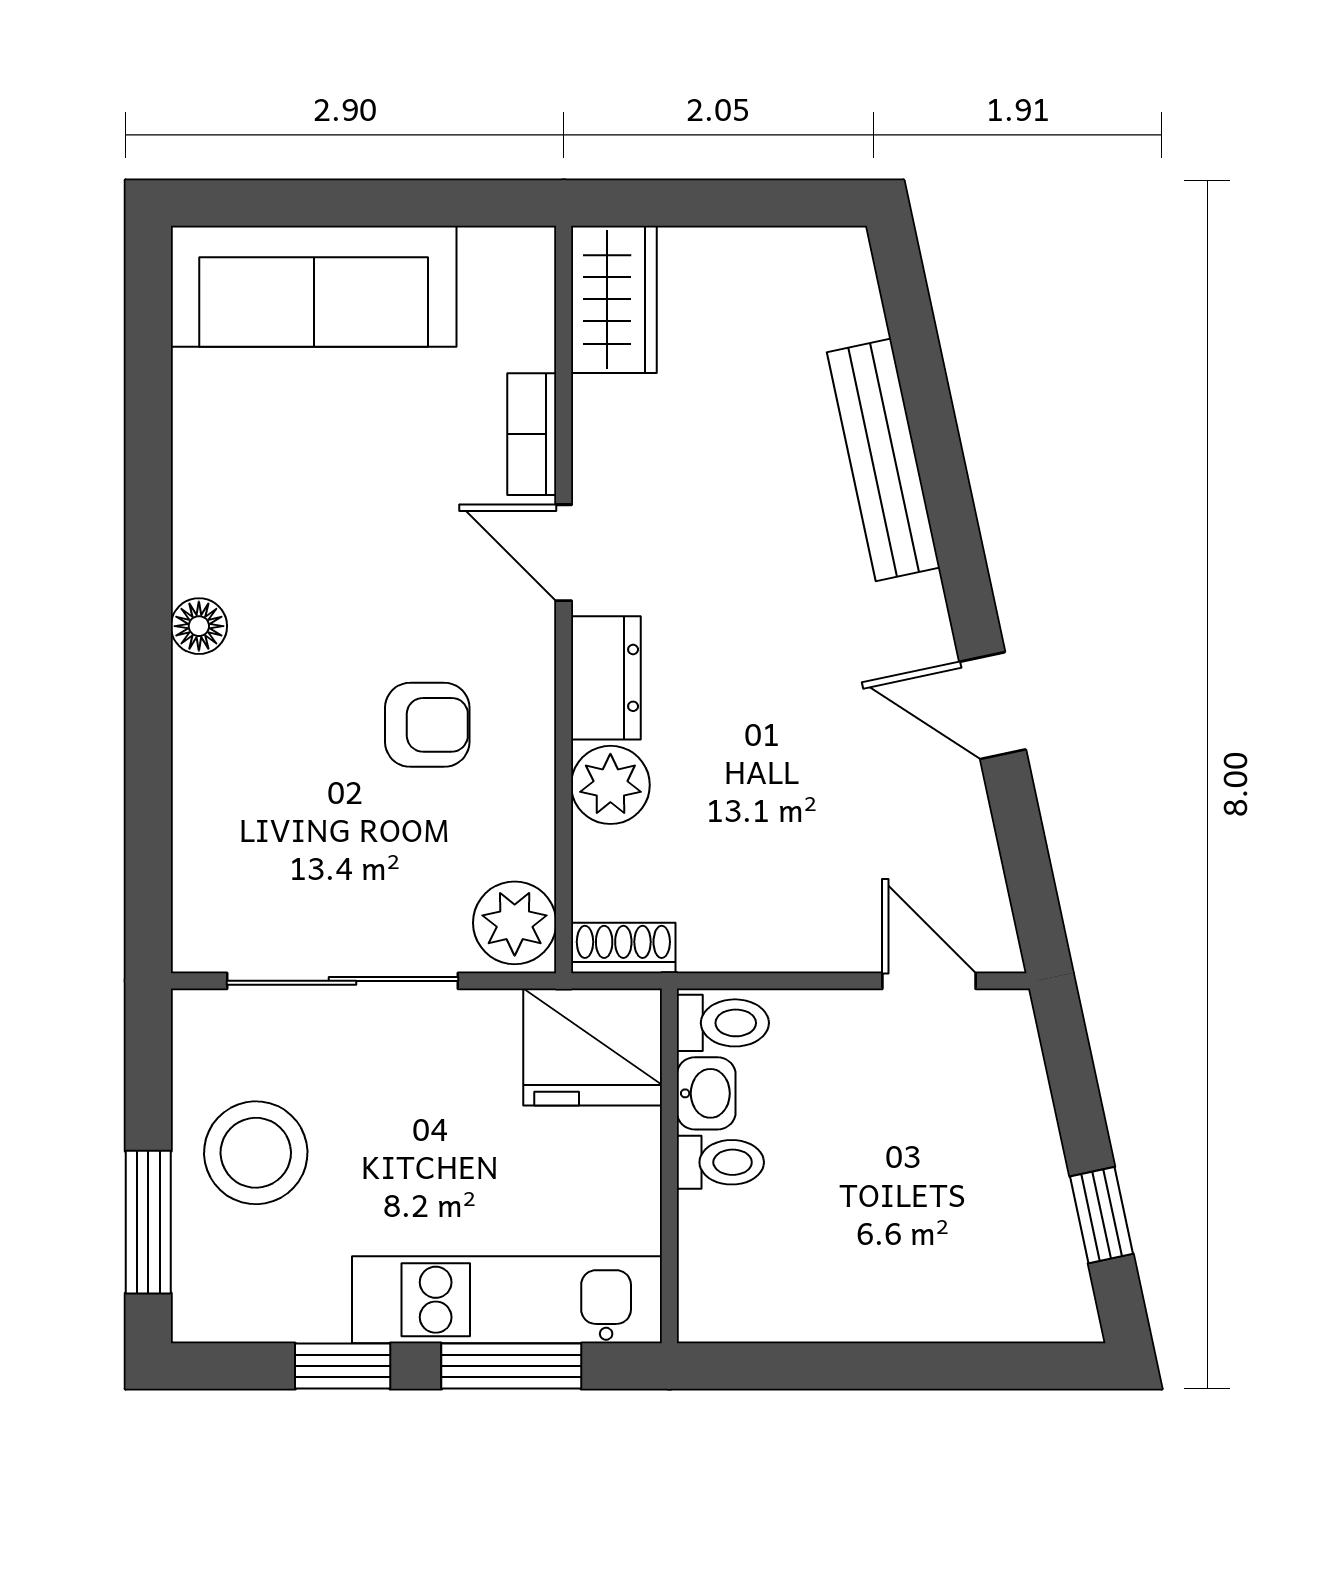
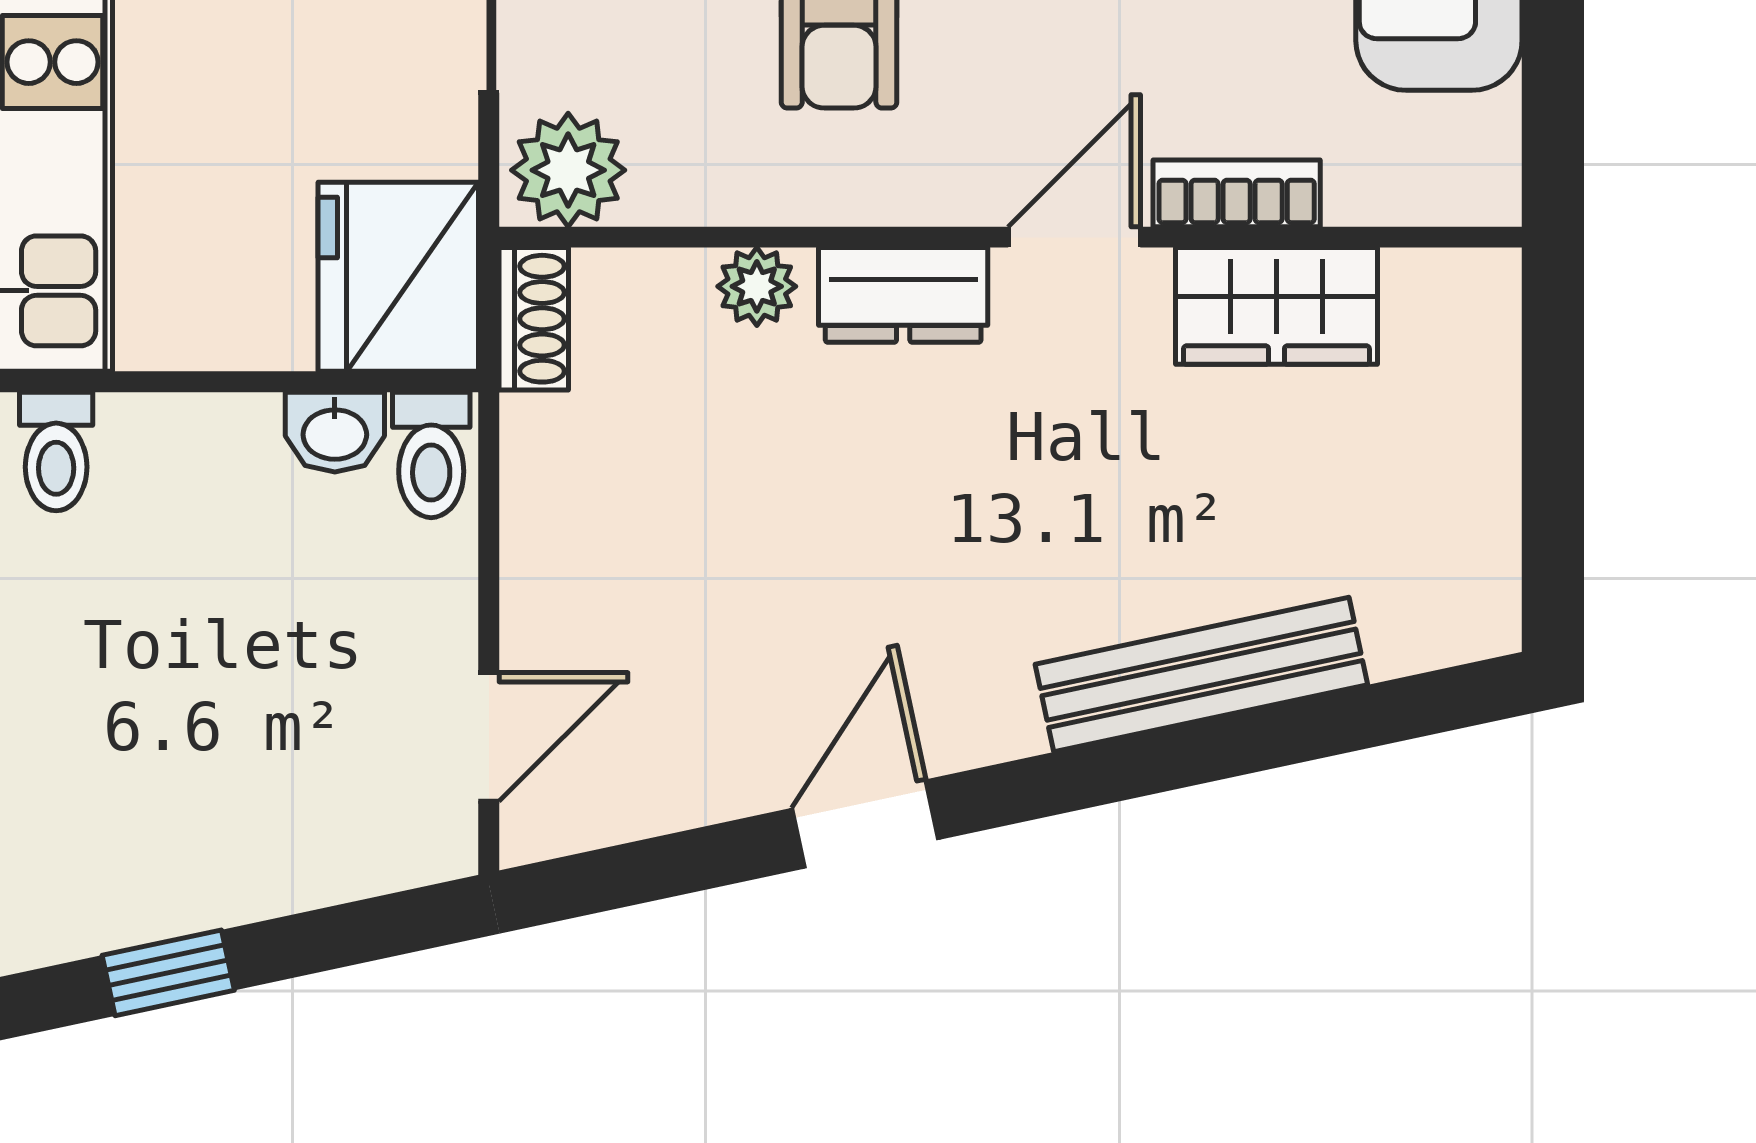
wardrobe: (614, 299) -> (1276, 306), moved
plant: (610, 785) -> (757, 286), width x0.73, depth x0.73
toilet: (720, 1162) -> (56, 452), moved

